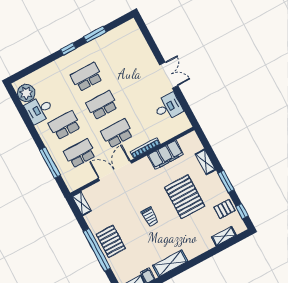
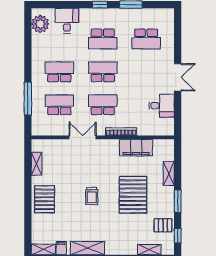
school desk: (124, 57) -> (146, 39), added
school desk: (87, 77) -> (103, 39), turned 180
desk: (39, 110) -> (67, 21), moved, turned 90
double door: (115, 171) -> (83, 137), width x0.73
shelving: (82, 203) -> (37, 164), moved
window: (97, 250) -> (28, 200), removed

